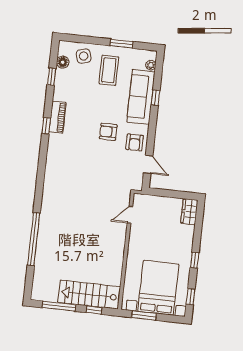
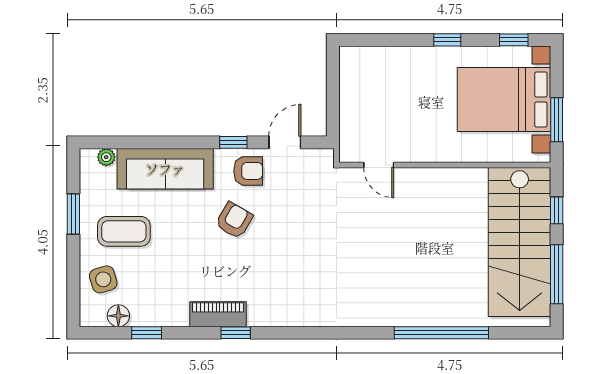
window: (155, 98) -> (233, 142), moved
armchair: (108, 132) -> (234, 220), turned -150
wardrobe: (189, 212) -> (362, 59), removed
stairs: (89, 295) -> (520, 242), width x1.36, depth x1.51

